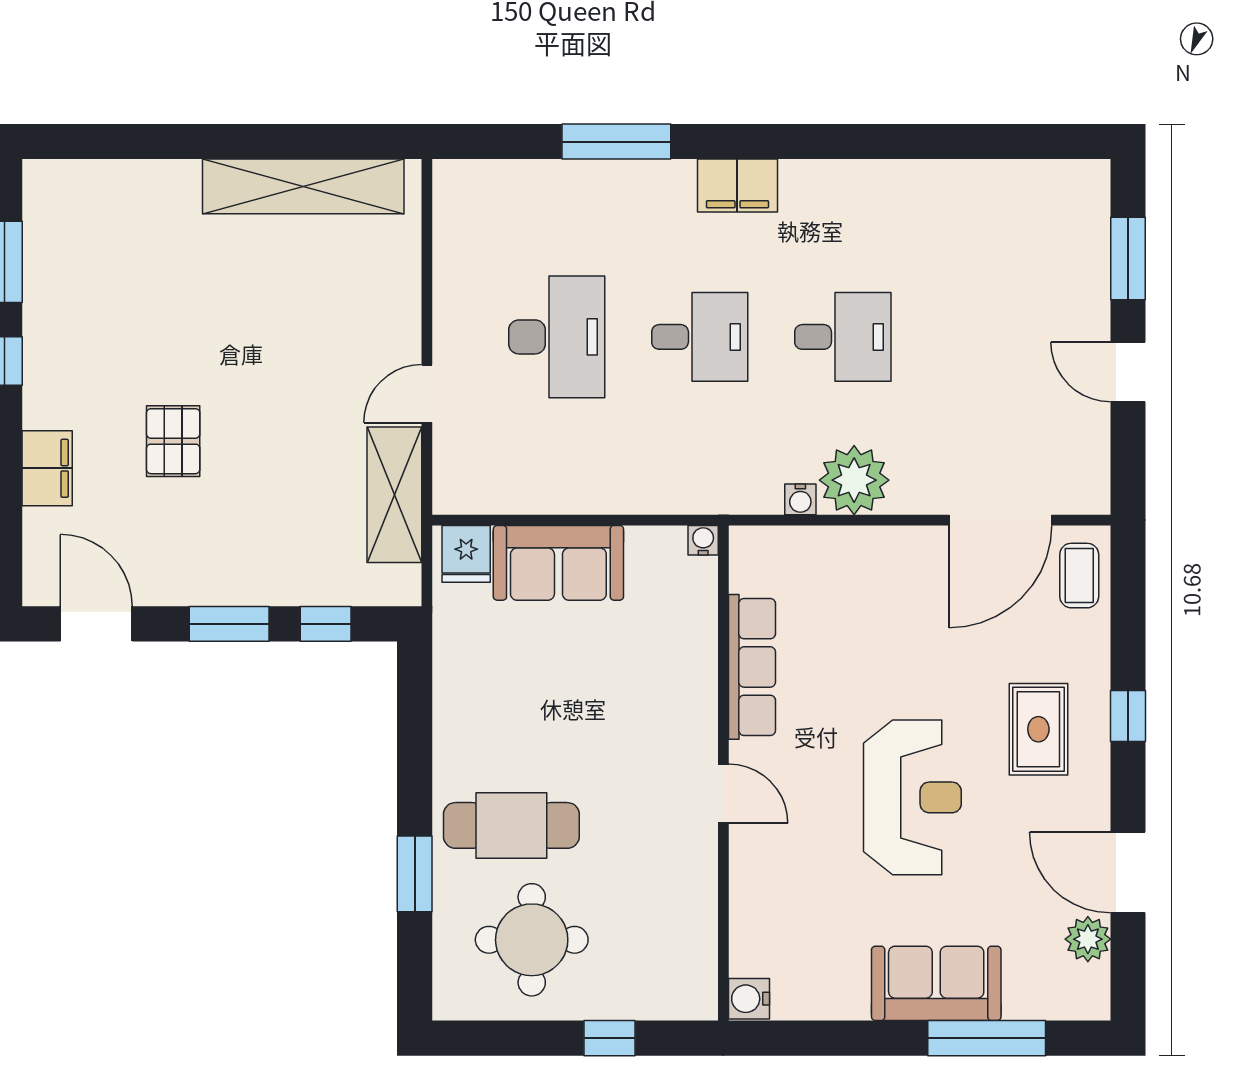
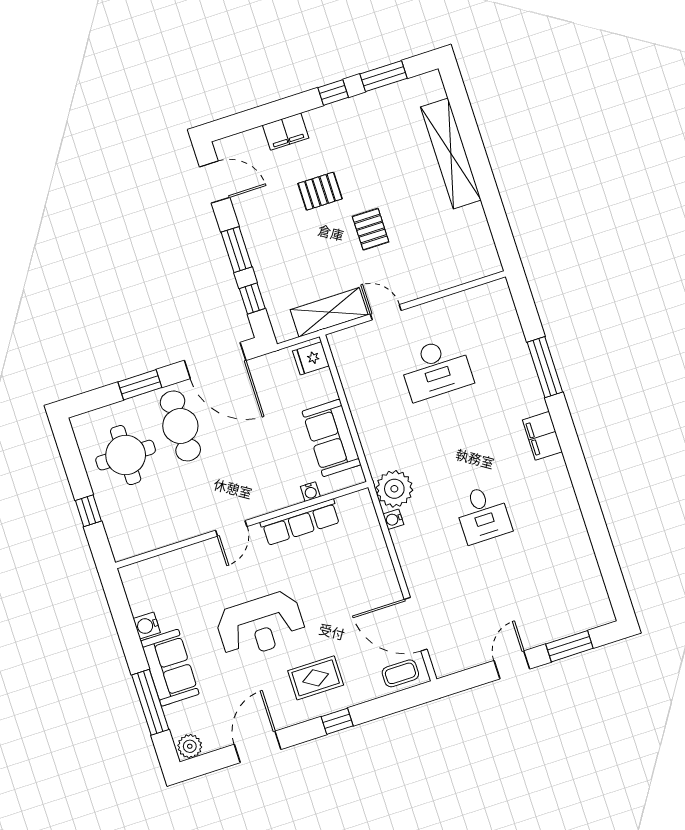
shelving: (303, 186) -> (451, 154), moved
desk: (700, 337) -> (459, 442), removed
pallet: (270, 373) -> (371, 229), added
plant: (854, 480) -> (394, 489), moved
water cooler: (703, 540) -> (310, 492), moved, turned 90
sofa: (558, 563) -> (331, 438), moved
door: (96, 624) -> (215, 182), hinge flipped
door: (415, 726) -> (215, 360), added
plant: (1088, 939) -> (190, 746), moved
water cooler: (749, 999) -> (147, 626), moved, turned -90

